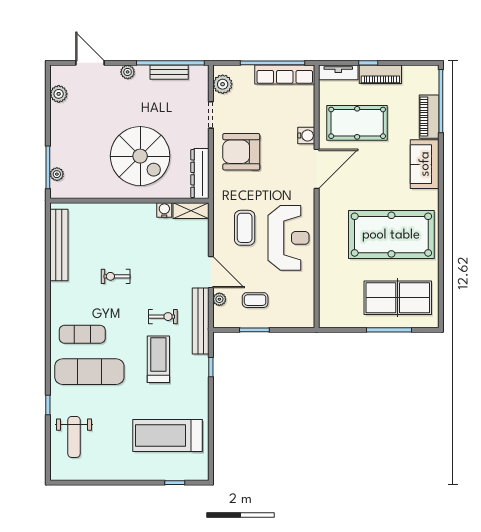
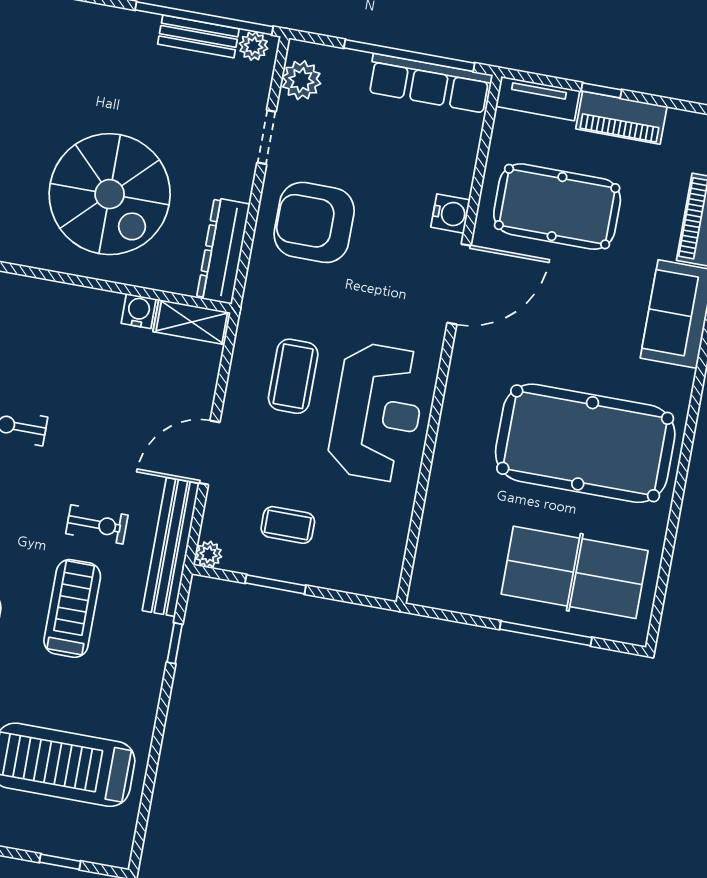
plant: (128, 72) -> (254, 46), moved
door: (211, 272) -> (209, 453), swing flipped
plant: (219, 299) -> (209, 554), moved

